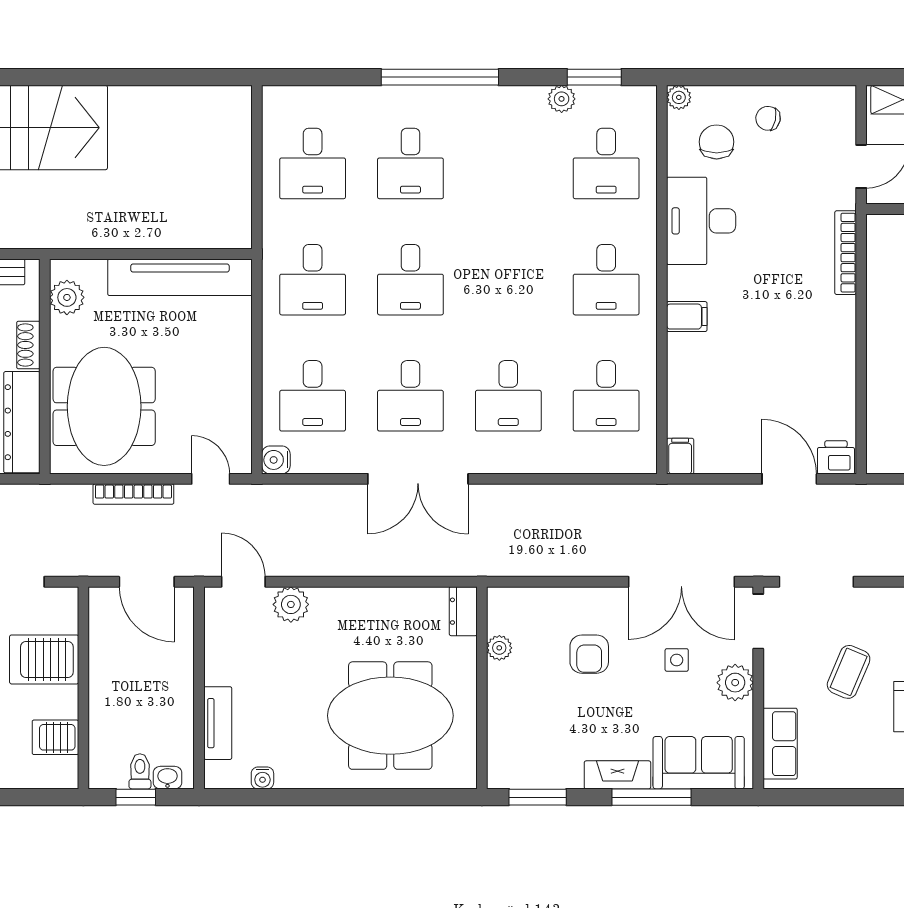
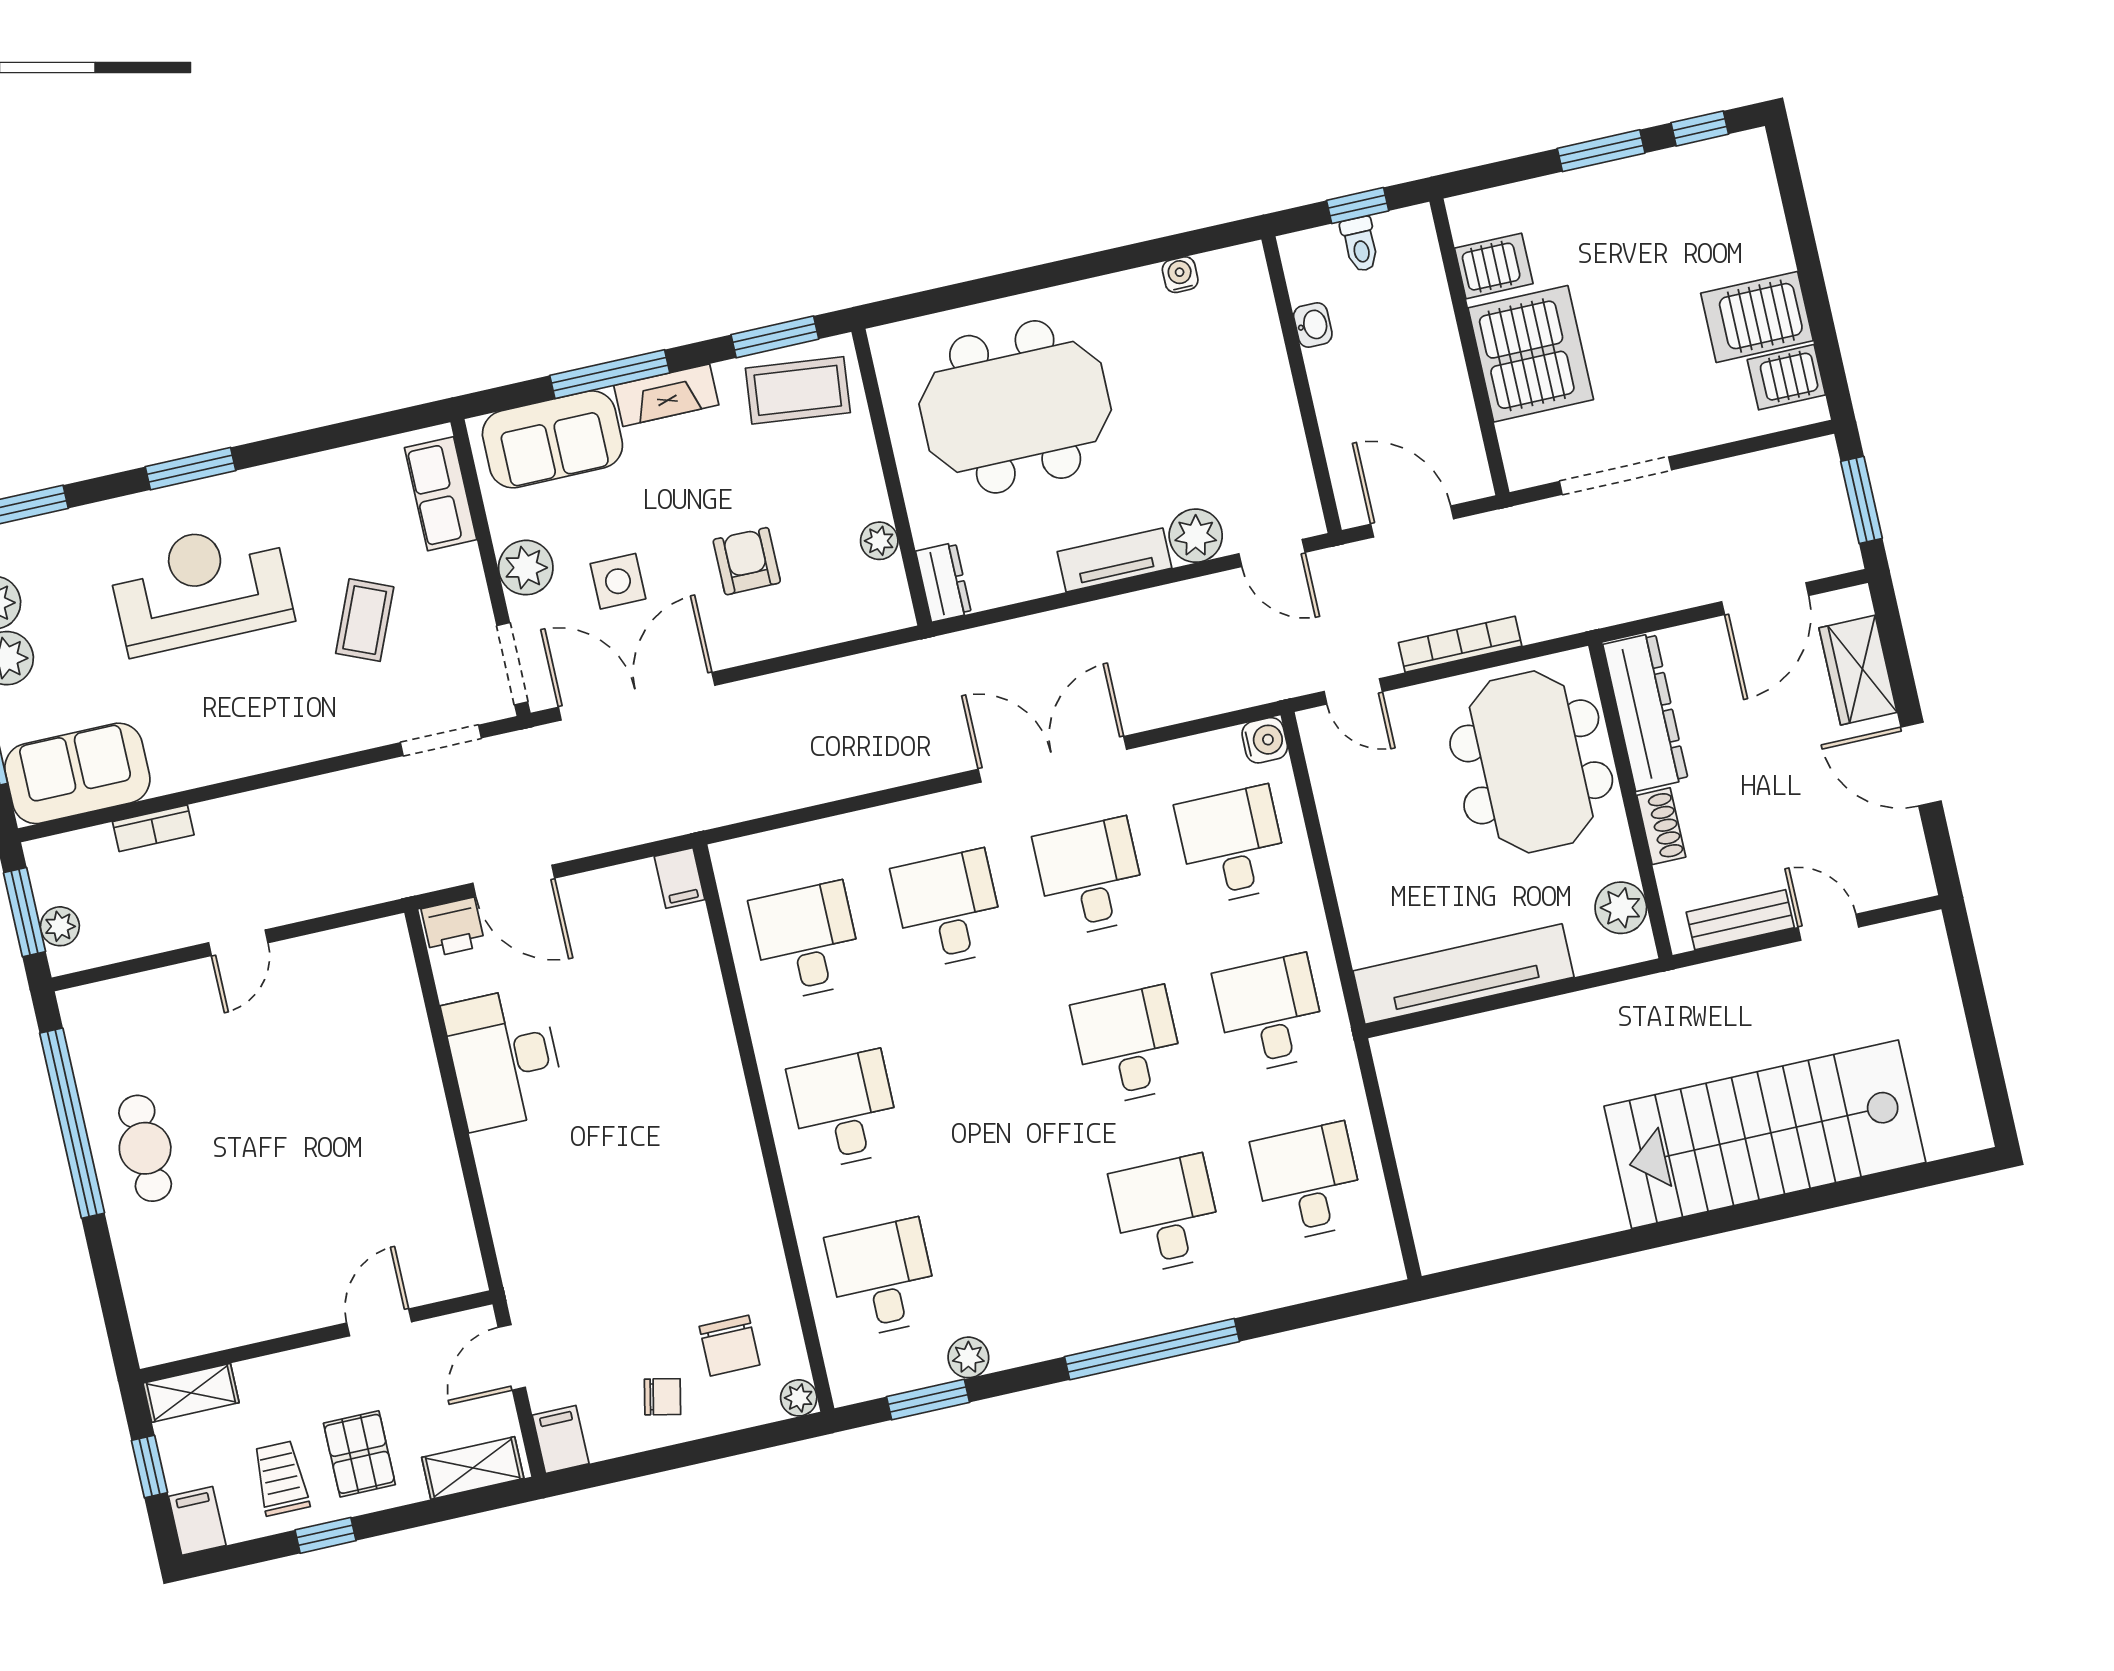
desk: (701, 221) -> (504, 1058), moved, turned 180
bookcase: (846, 253) -> (506, 1227), removed
filing cabinet: (687, 317) -> (561, 1439), moved, turned 90
doorway: (816, 582) -> (441, 740), width x0.73
server rack: (44, 659) -> (1531, 354), width x1.60
side table: (677, 660) -> (618, 581), width x1.37, depth x1.37
tv unit: (218, 723) -> (1114, 560), moved, turned 90
coffee table: (530, 759) -> (798, 390), added
washbasin: (167, 778) -> (1313, 325), moved, turned -90

